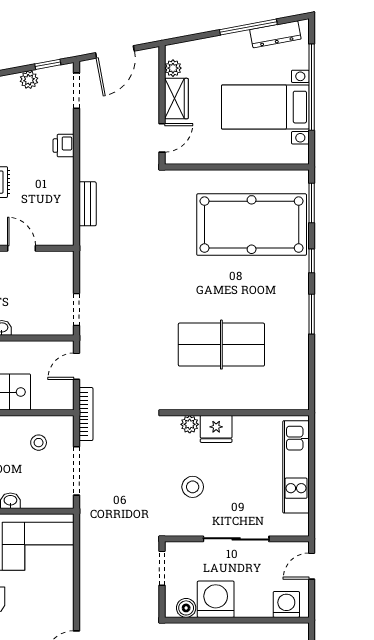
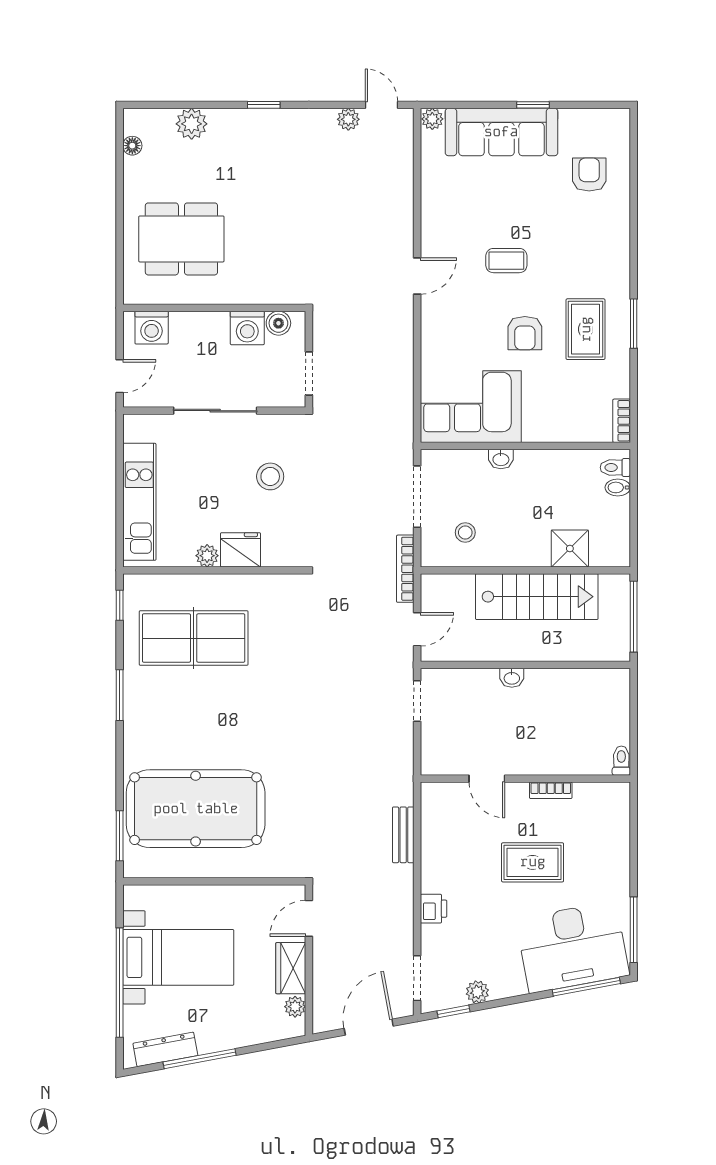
window: (312, 261) -> (120, 605), moved
table tennis table: (221, 345) -> (194, 638), moved
plant: (190, 424) -> (207, 556), moved
washing machine: (216, 599) -> (247, 328), width x0.73, depth x0.73

